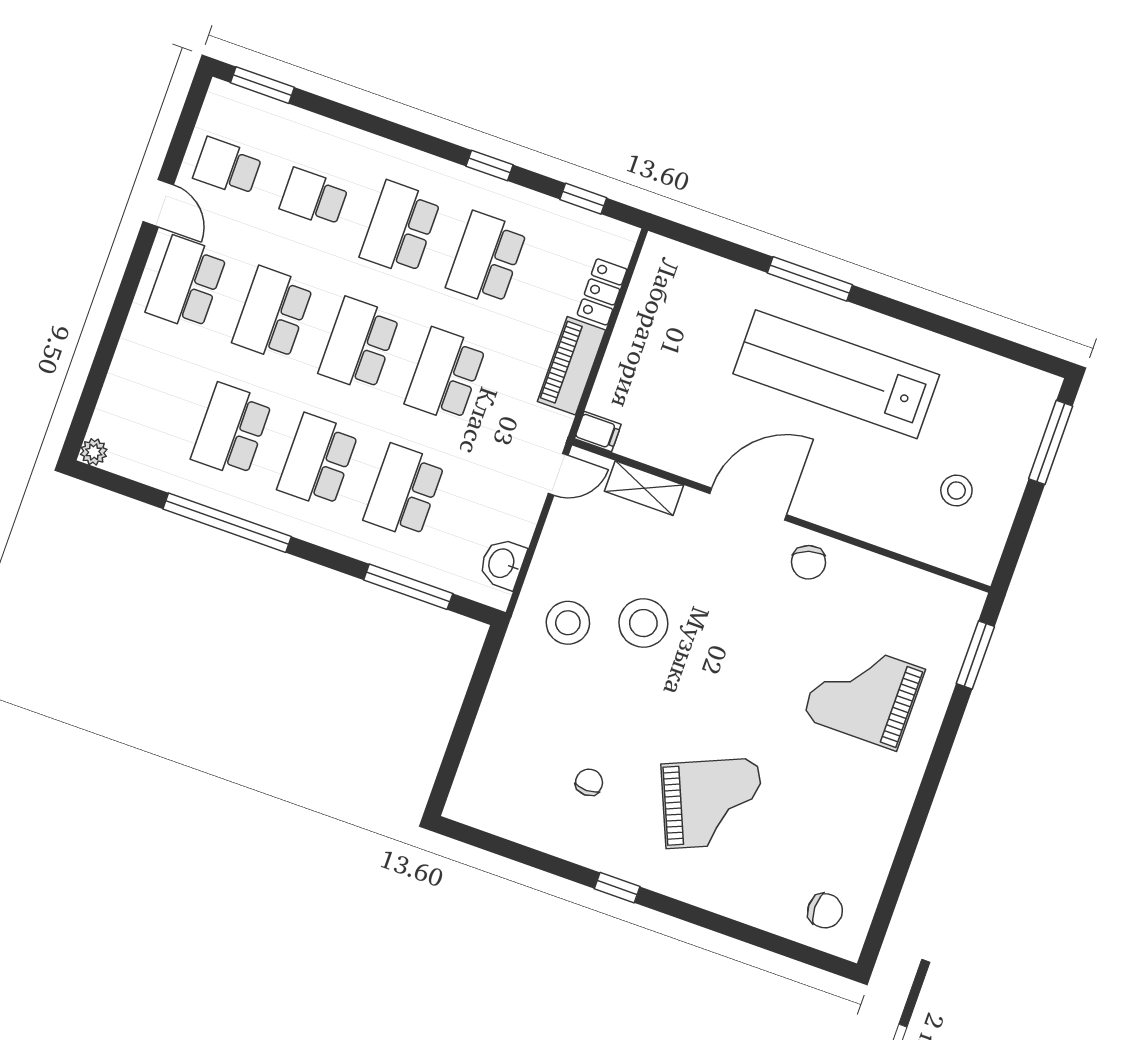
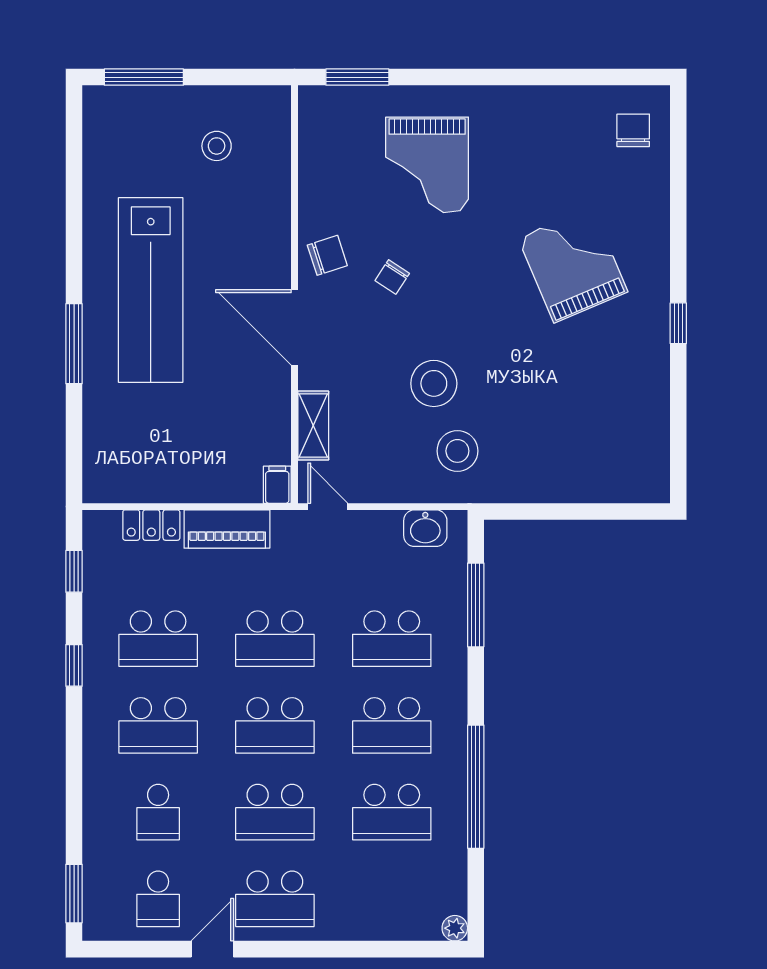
chair: (589, 782) -> (392, 277), moved, turned -57

